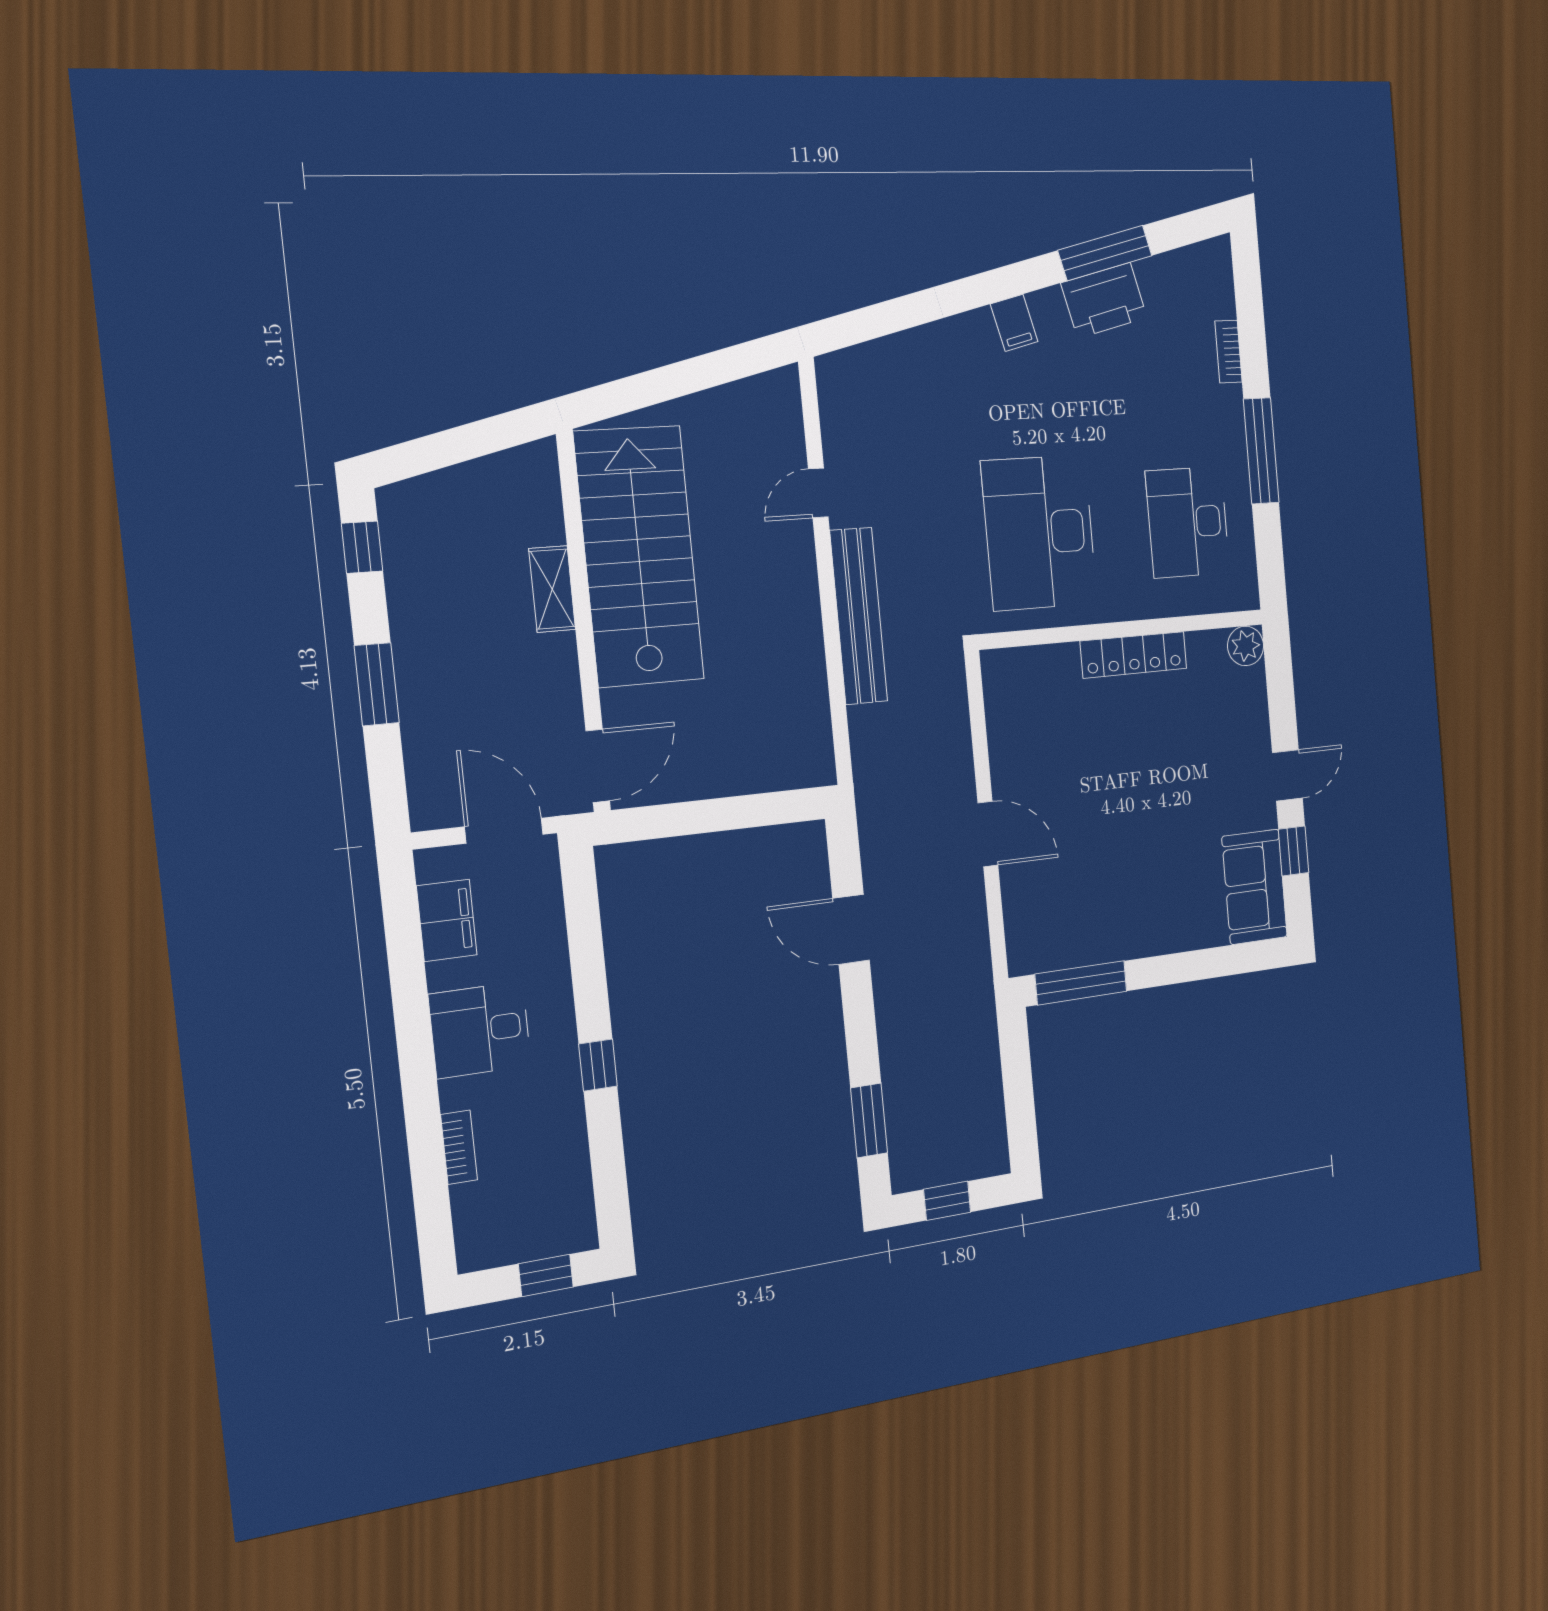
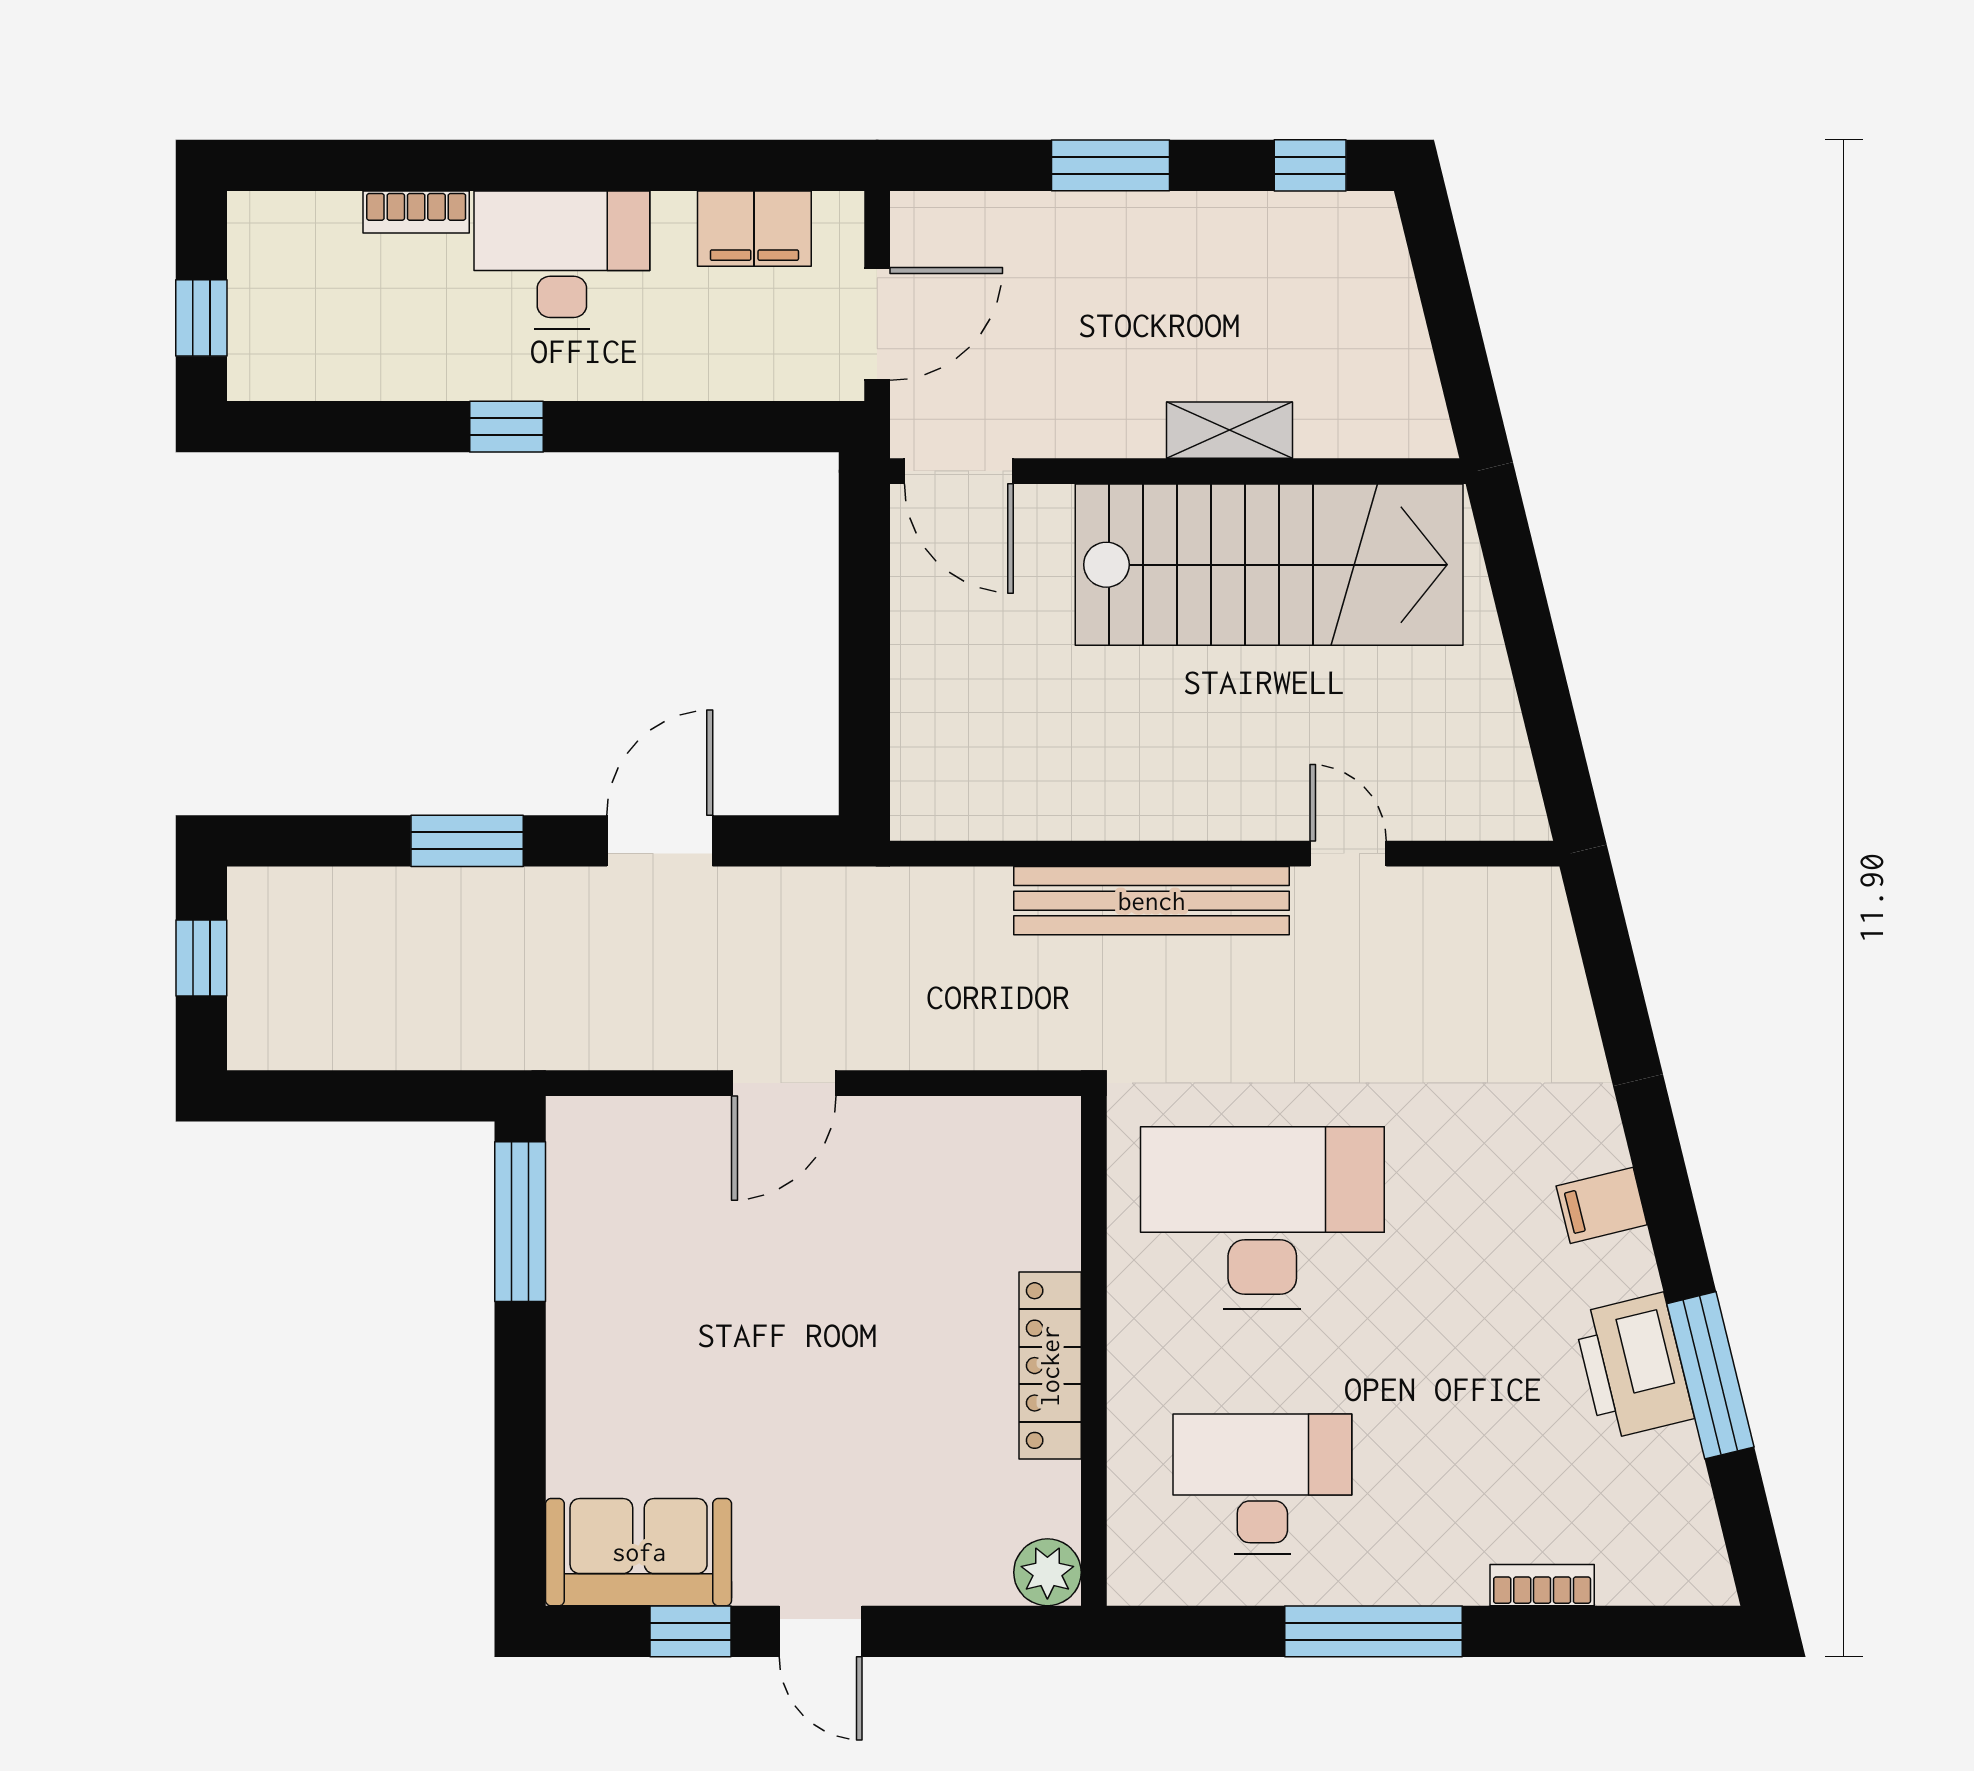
desk: (480, 1030) -> (562, 260), width x1.37
window: (869, 1121) -> (467, 841), moved

